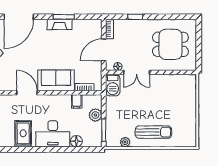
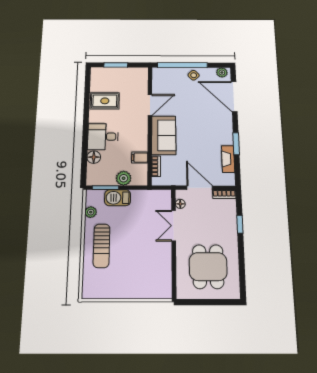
fireplace: (60, 24) -> (228, 159), moved
barbecue: (113, 85) -> (118, 198), moved
desk: (53, 134) -> (103, 137), width x0.73

